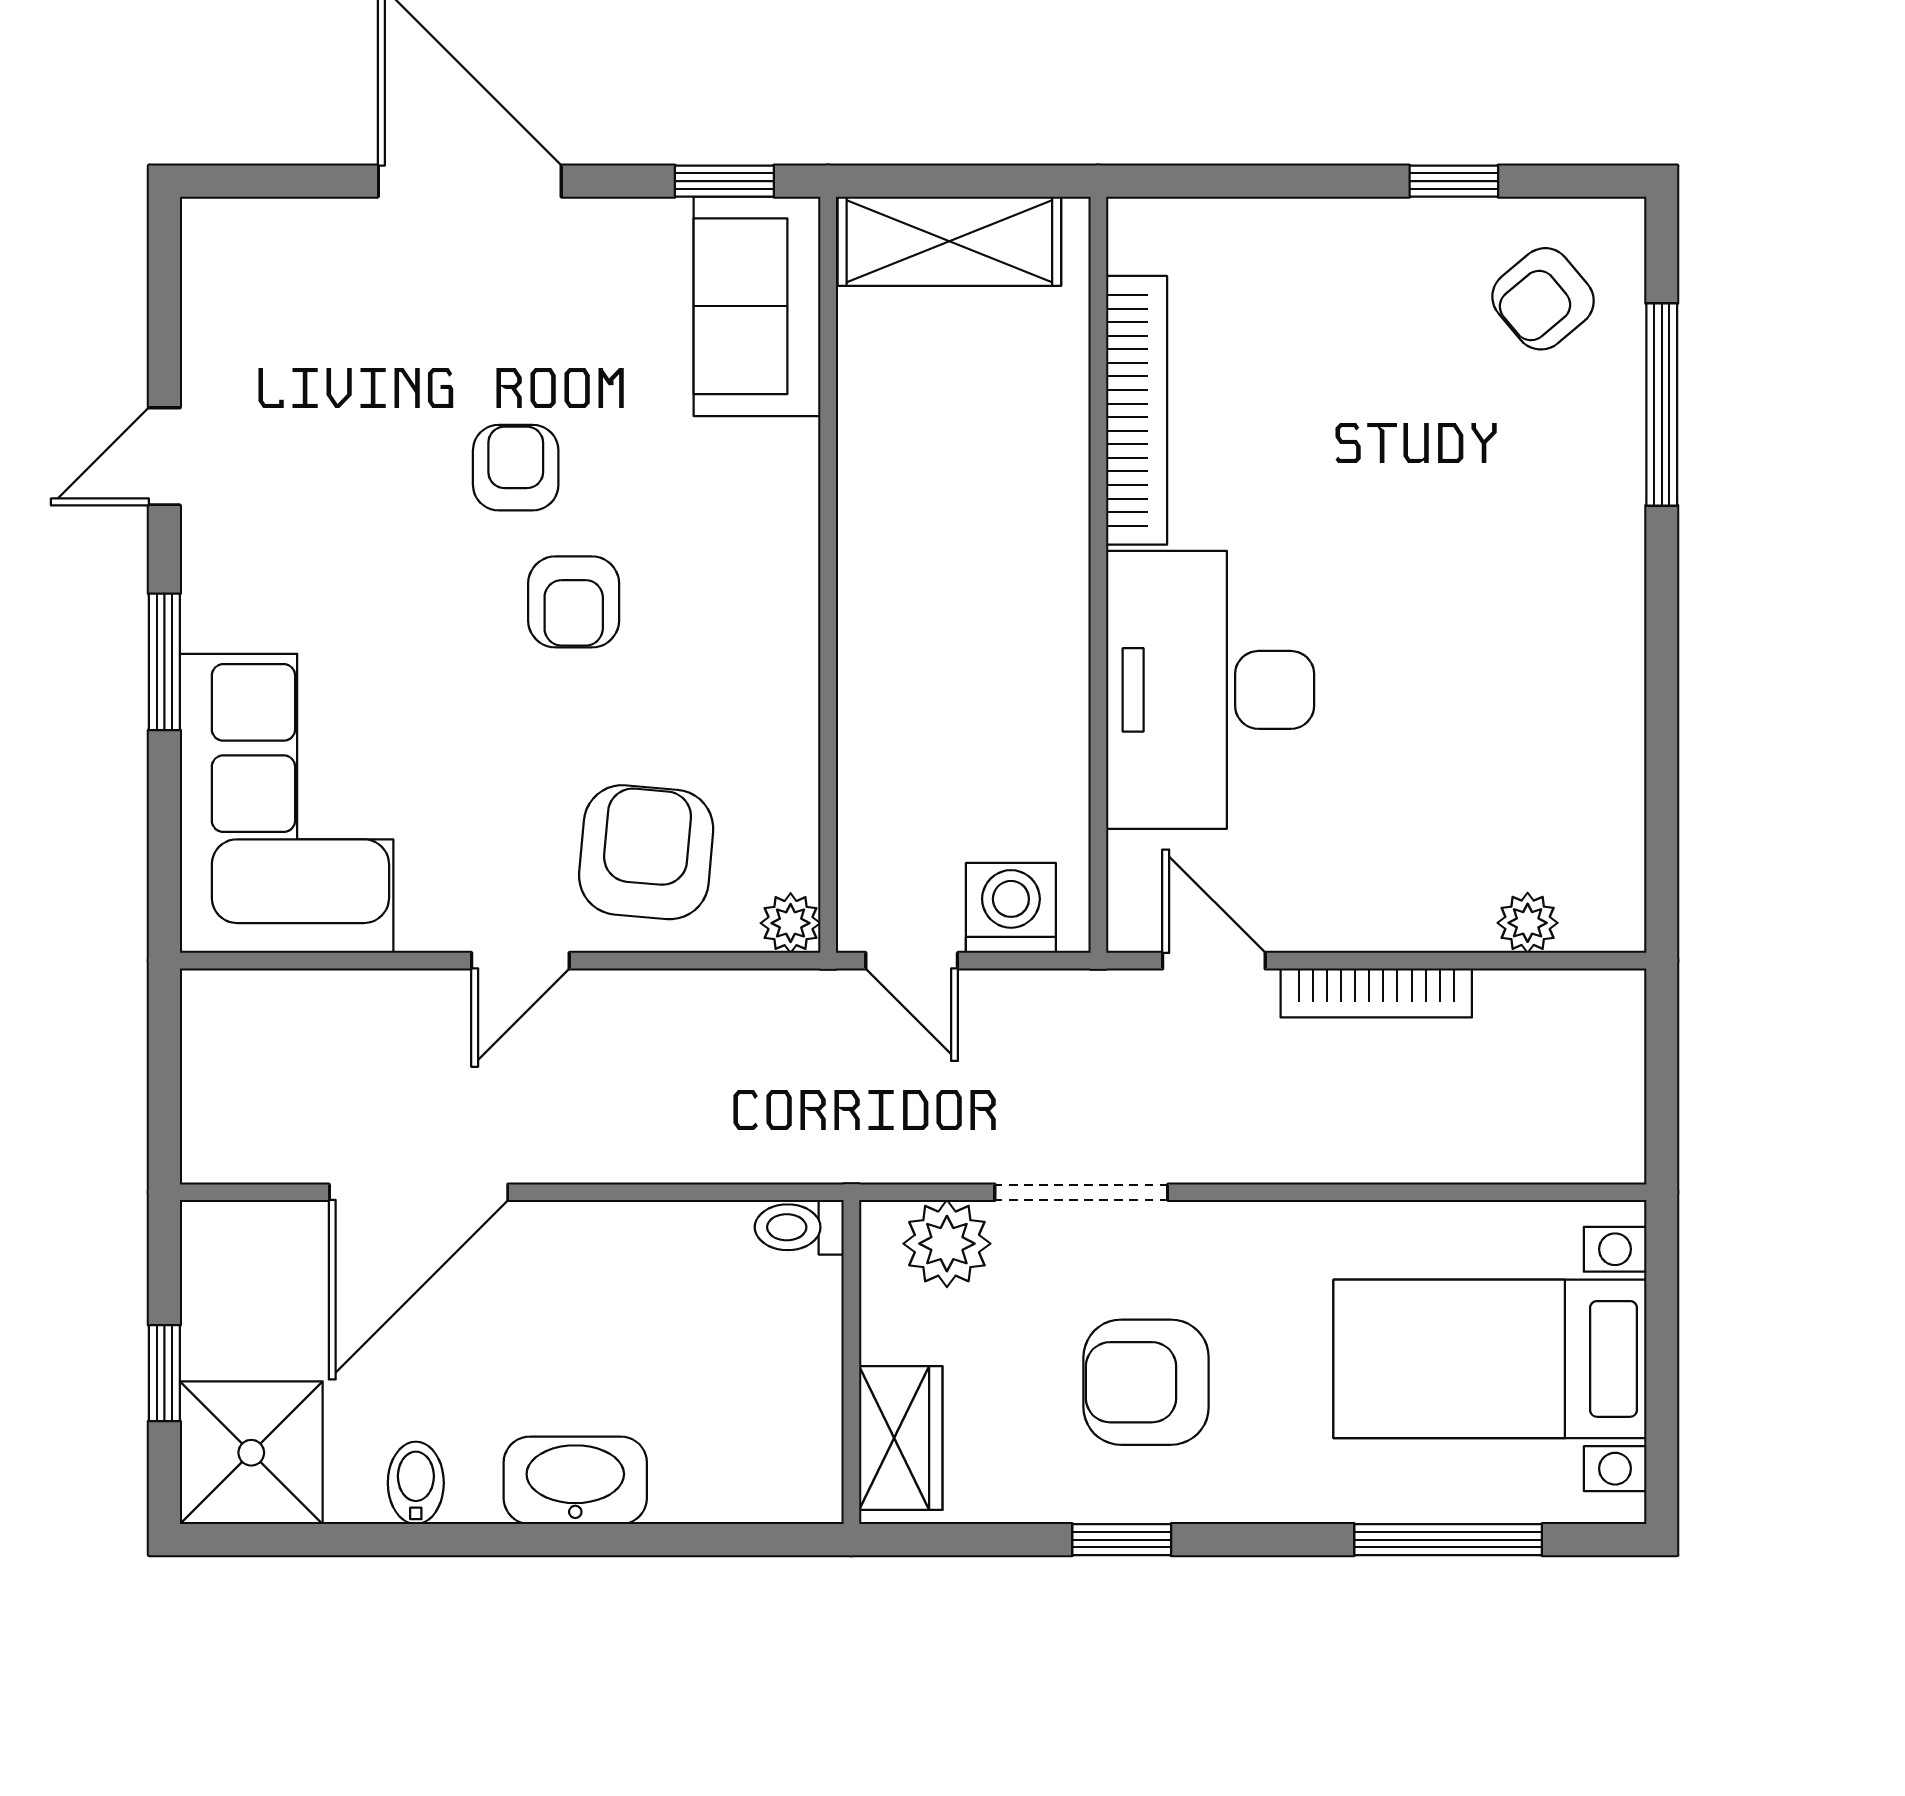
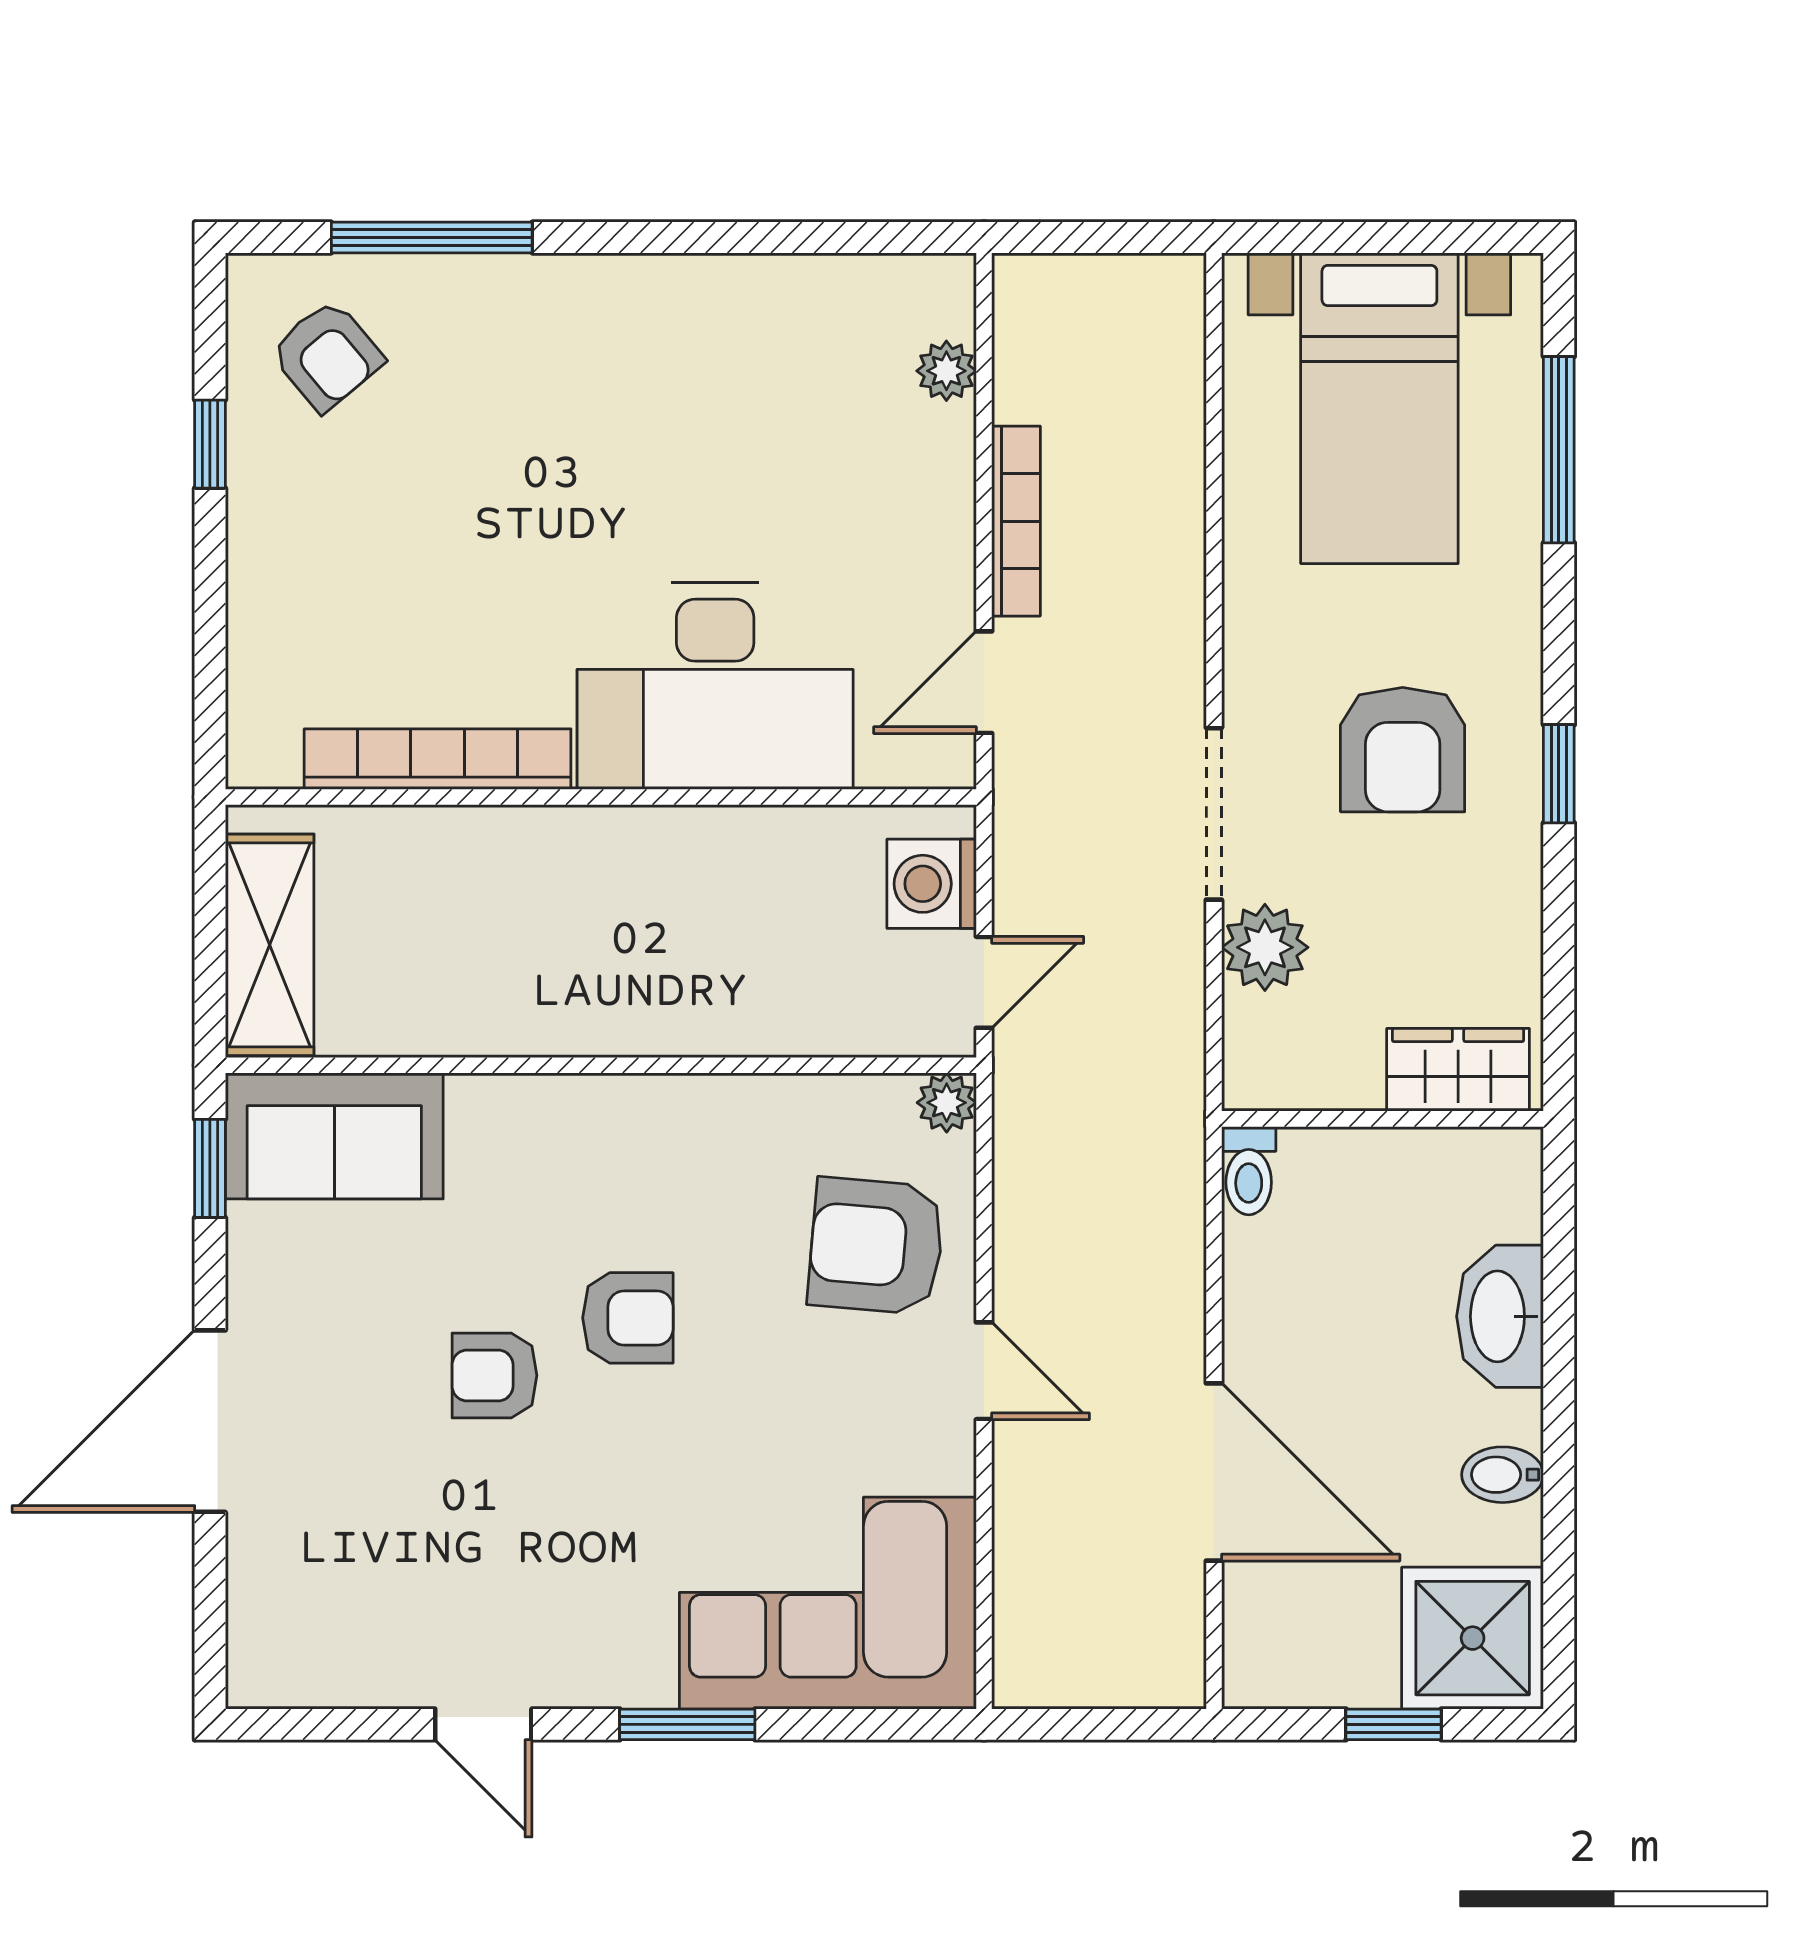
toilet: (799, 1227) -> (1249, 1171), moved
wall: (851, 1362) -> (1383, 1119), moved
wardrobe: (901, 1438) -> (1458, 1070), moved

